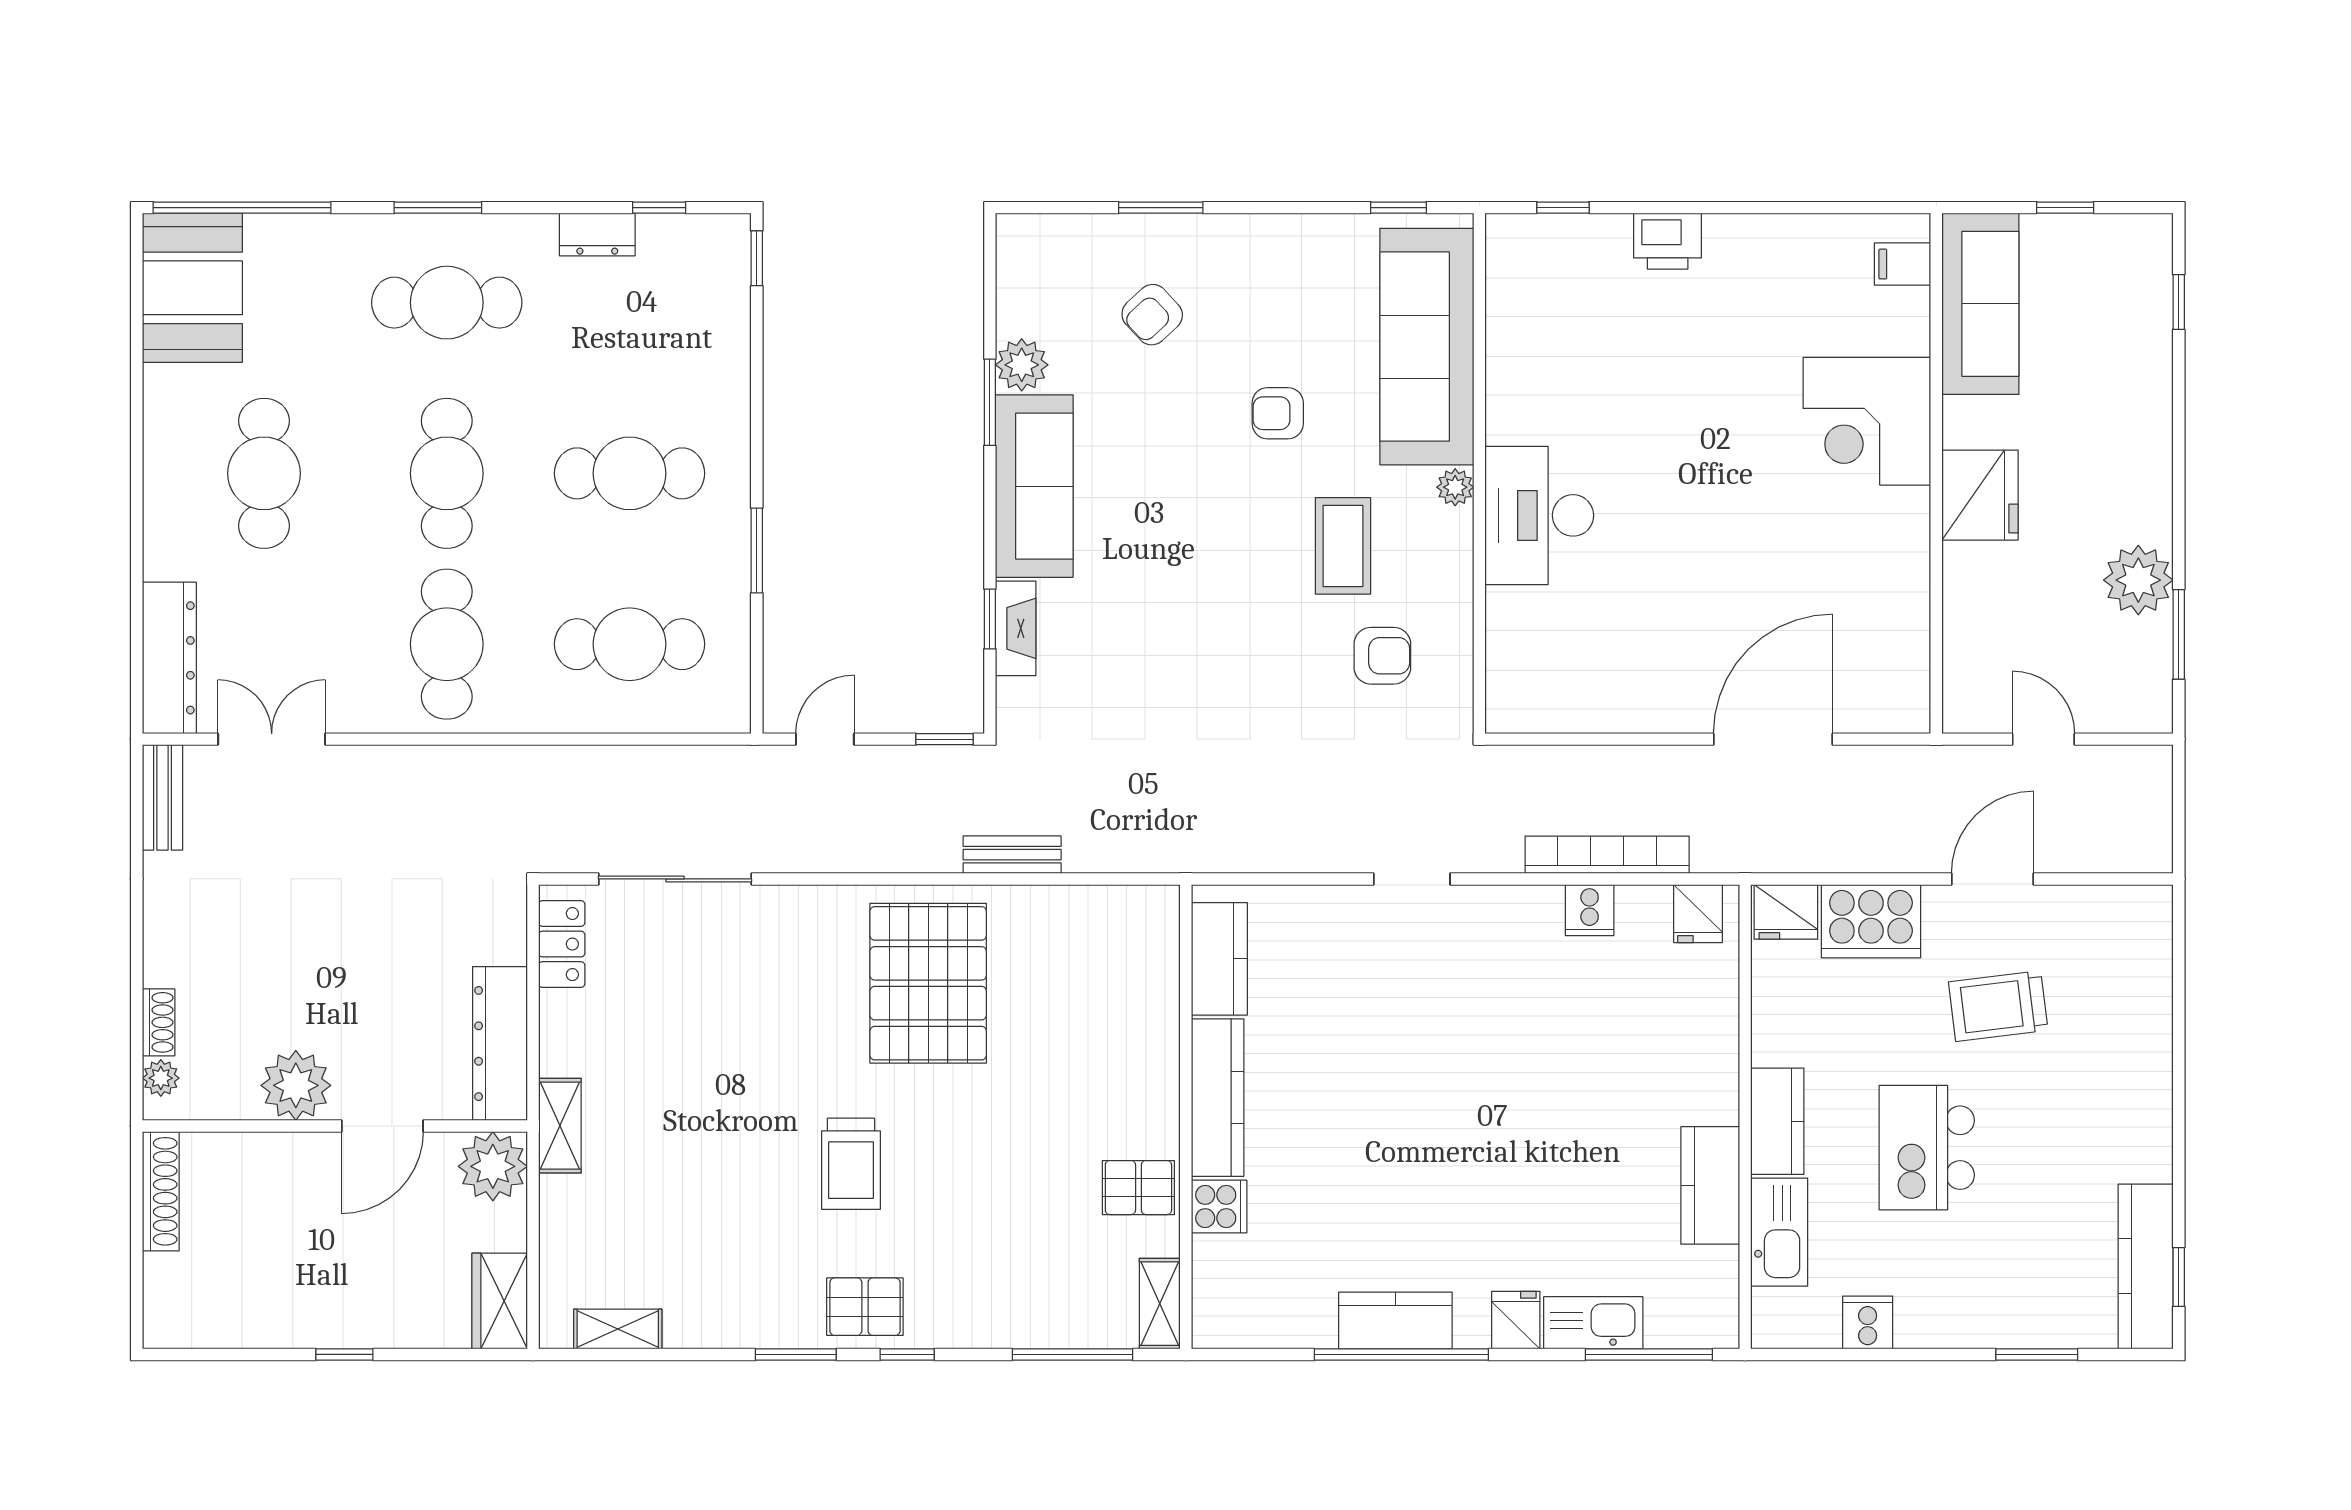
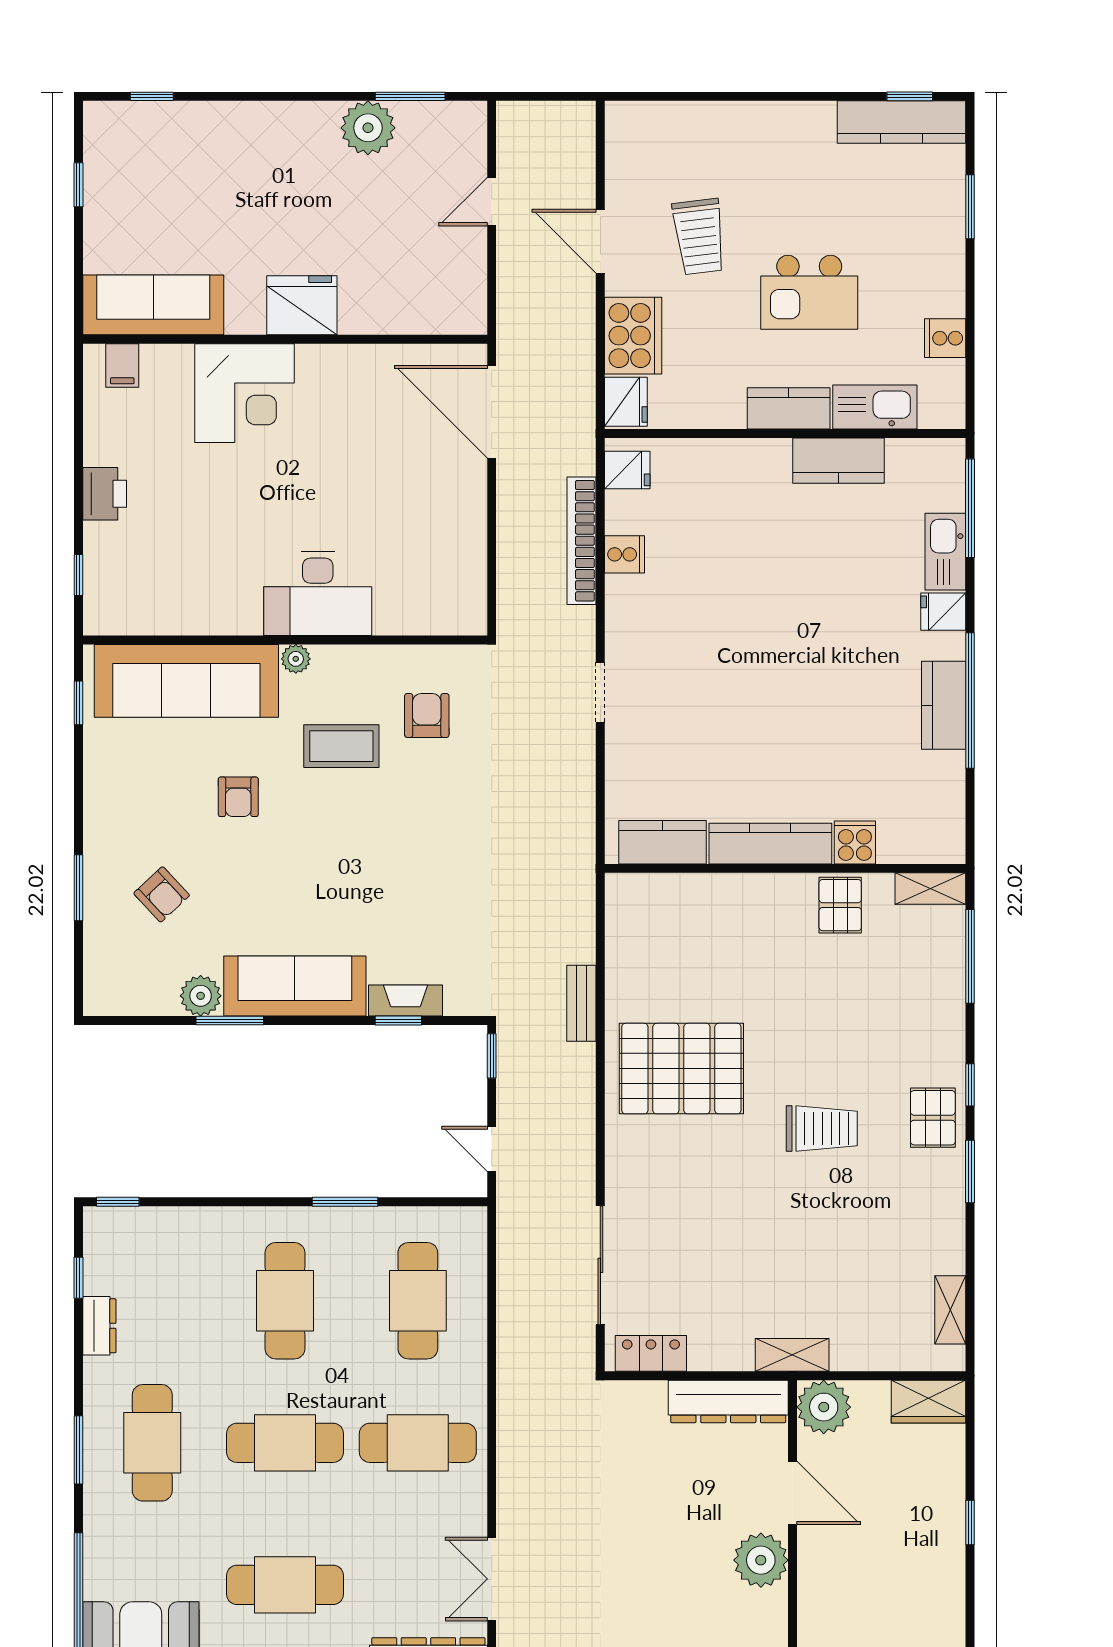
filing cabinet: (1903, 264) -> (122, 365), moved
sofa: (1980, 304) -> (153, 305), moved
corner desk: (1867, 421) -> (244, 393), moved
wall: (1936, 473) -> (285, 339), moved
fridge: (1980, 495) -> (302, 305), moved

